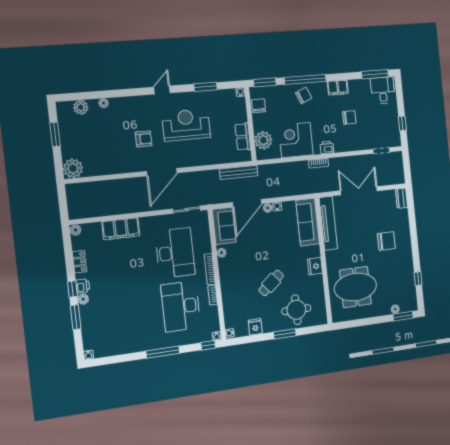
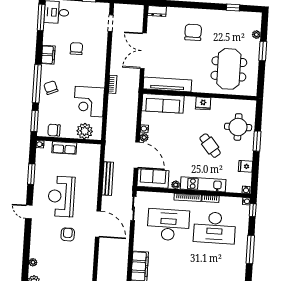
row of seats: (243, 137) -> (64, 148), moved
printer: (327, 147) -> (100, 74), removed
bench: (239, 172) -> (108, 179), moved
kitchen unit: (227, 284) -> (203, 184), added
window: (403, 316) -> (263, 51), moved

